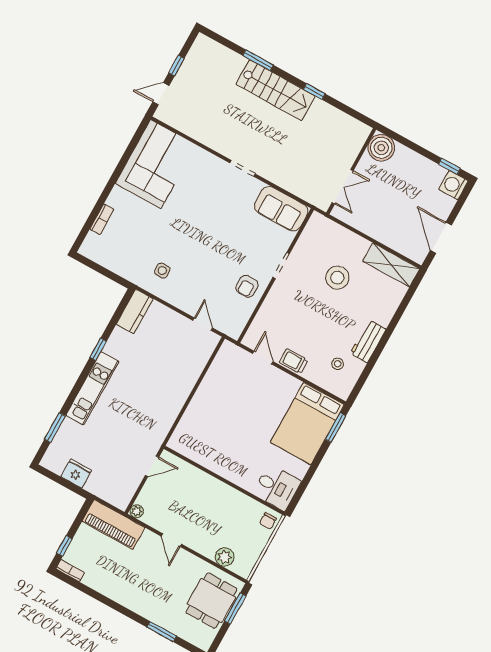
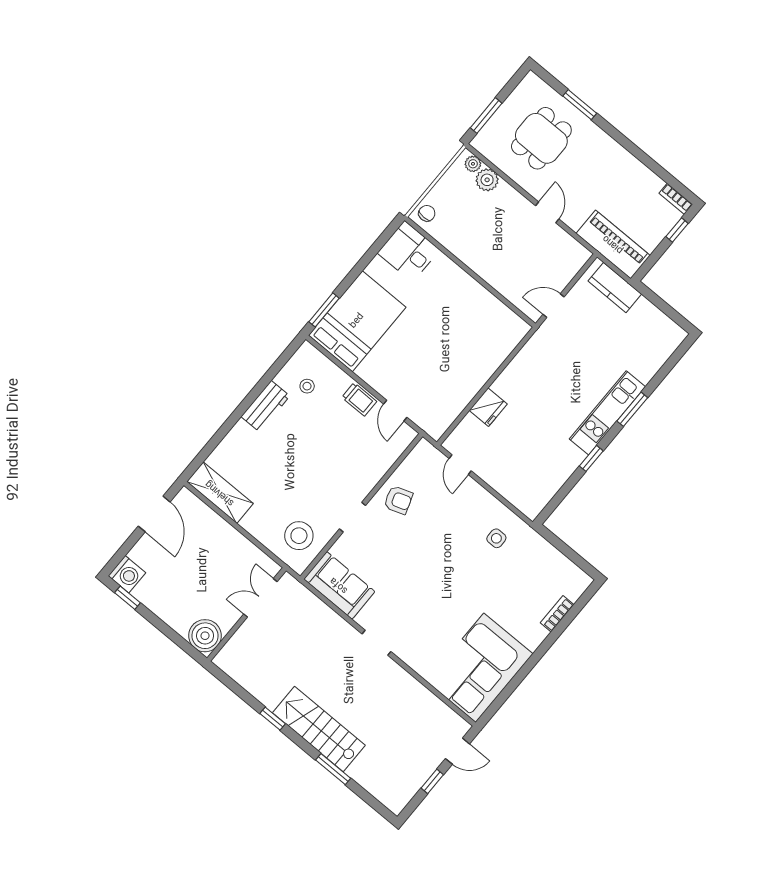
stool: (337, 278) -> (299, 536), moved
armchair: (247, 286) -> (398, 500), turned 71
kitchen counter: (135, 312) -> (615, 288), moved, turned -90
window: (55, 428) -> (632, 409), moved
fridge: (76, 474) -> (488, 407), moved, turned -90
plant: (137, 511) -> (473, 164), moved
dining table: (211, 601) -> (541, 138), moved

